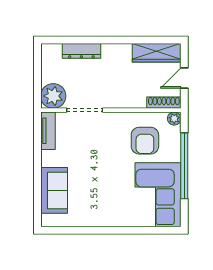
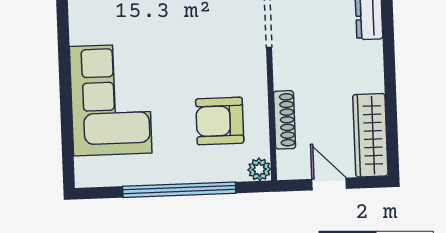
shoe rack: (164, 103) -> (285, 120), moved
corner sofa: (158, 195) -> (111, 100), moved, turned 90

